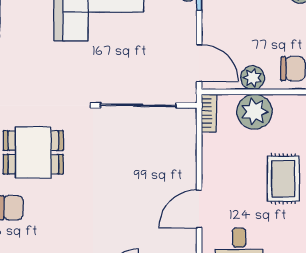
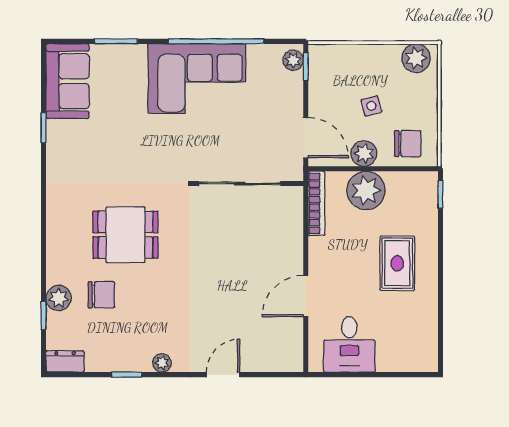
side table: (259, 34) -> (371, 106), added
bookcase: (209, 113) -> (316, 203), width x1.56

